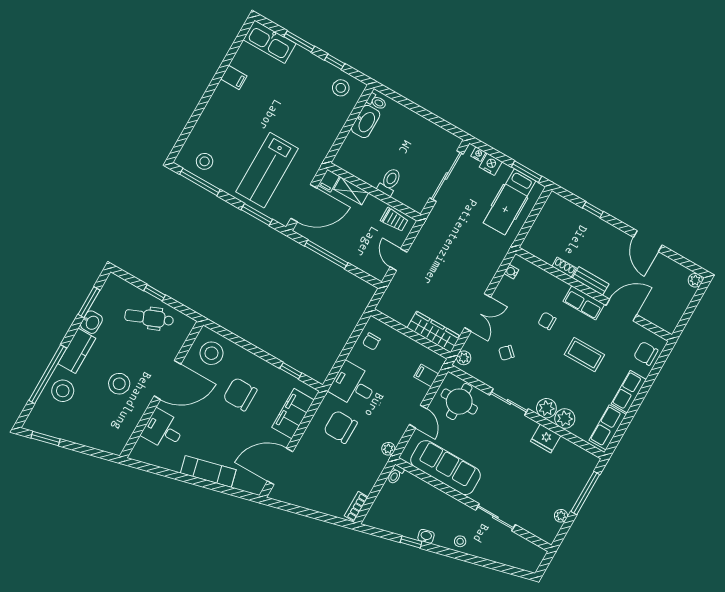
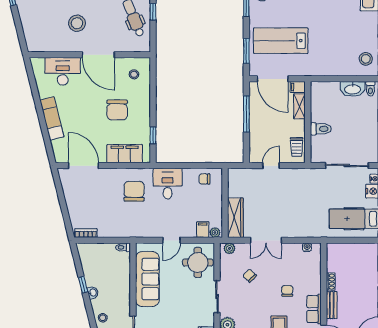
stool: (212, 353) -> (134, 74), width x0.53, depth x0.53
chair: (240, 394) -> (117, 110), turned 180
desk: (163, 430) -> (63, 71), width x1.37
plant: (388, 449) -> (215, 233), moved

